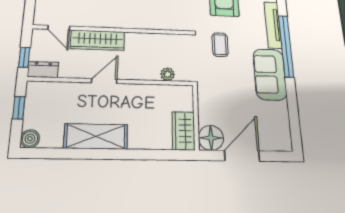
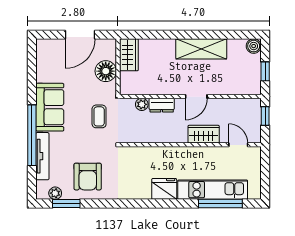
wardrobe: (98, 40) -> (204, 134), width x0.67
coffee table: (220, 45) -> (99, 116), moved
dresser: (43, 70) -> (162, 105), moved
floor lamp: (211, 138) -> (106, 71), moved

